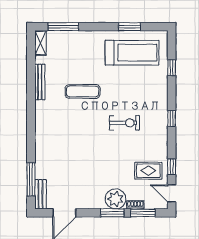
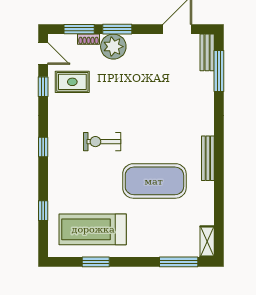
bench: (40, 82) -> (208, 158), moved
exercise mat: (83, 91) -> (154, 181), width x2.00, depth x1.45

